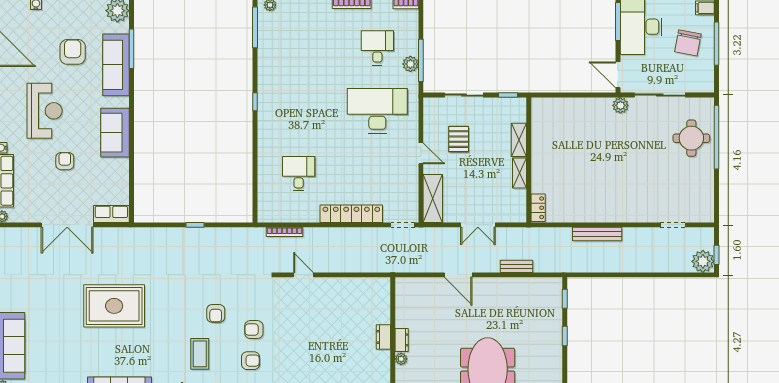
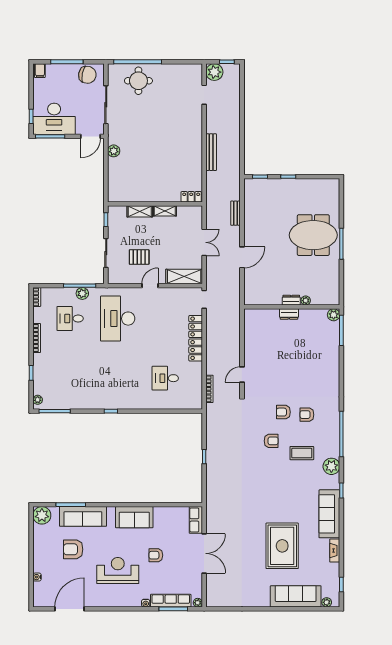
chair: (688, 43) -> (87, 75), moved
plant: (620, 105) -> (114, 151), moved
plant: (703, 261) -> (214, 72), moved
rug: (114, 306) -> (282, 546), moved
armchair: (254, 330) -> (283, 412), turned 90
armchair: (250, 361) -> (307, 415), turned -90

